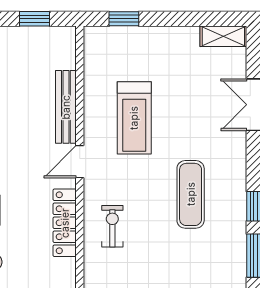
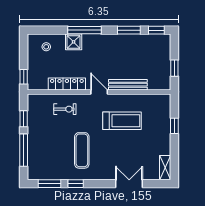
window: (124, 19) -> (174, 126), moved
treadmill: (134, 118) -> (122, 121), turned 180
exercise mat: (191, 194) -> (82, 150), turned 90

